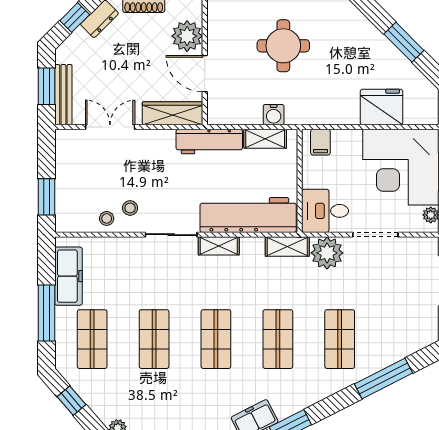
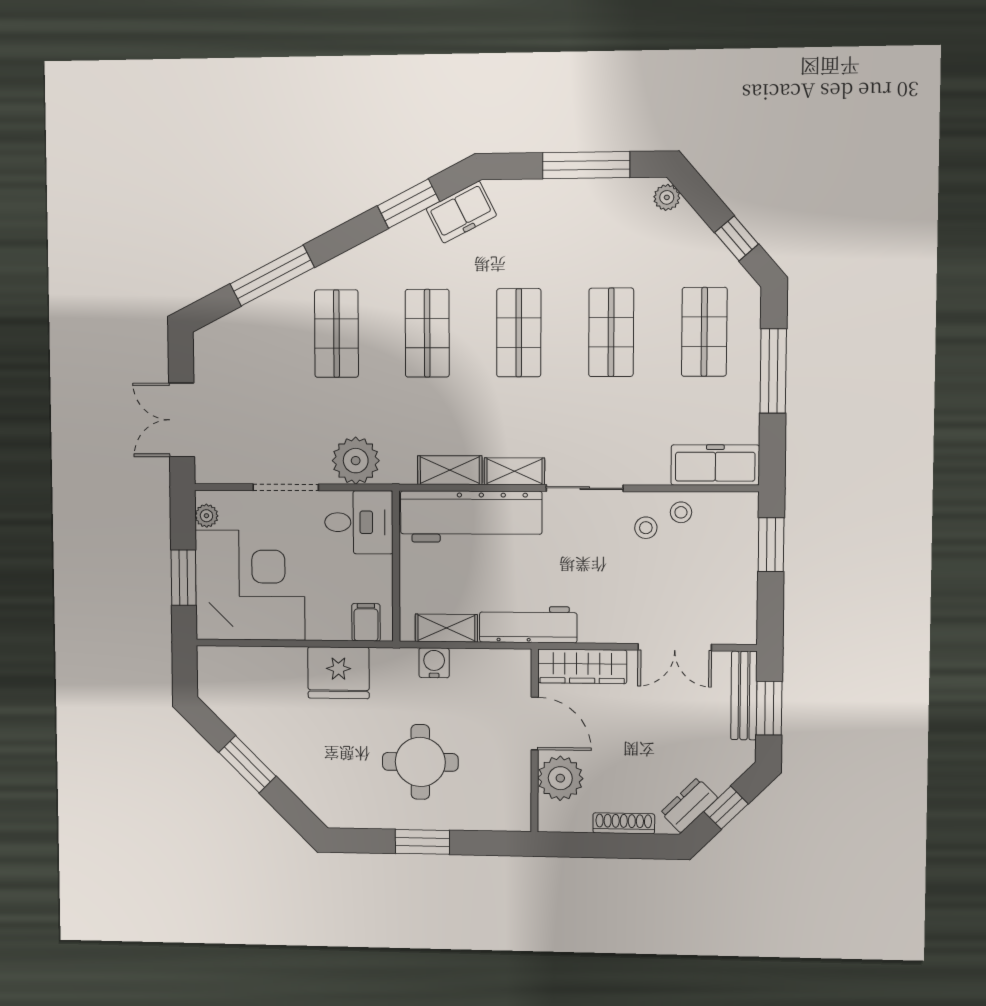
fridge: (382, 107) -> (339, 673), moved
shelving: (287, 247) -> (450, 470), moved
freezer: (68, 276) -> (715, 465), moved, turned 90

